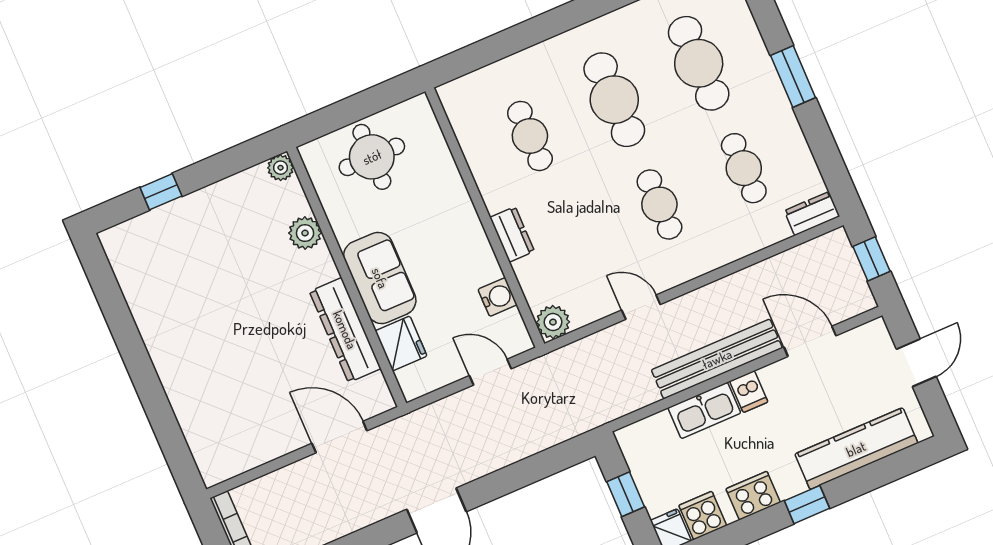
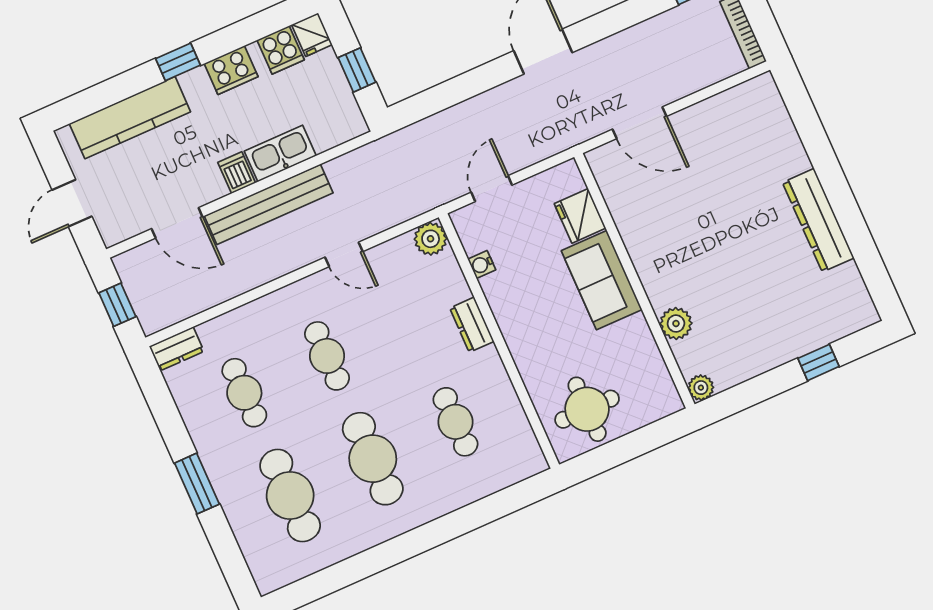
round table: (372, 157) -> (587, 409), moved
water cooler: (498, 297) -> (482, 264), width x0.72, depth x0.72
dresser: (345, 330) -> (818, 220), moved, turned 180
door: (490, 372) -> (492, 189), swing flipped

